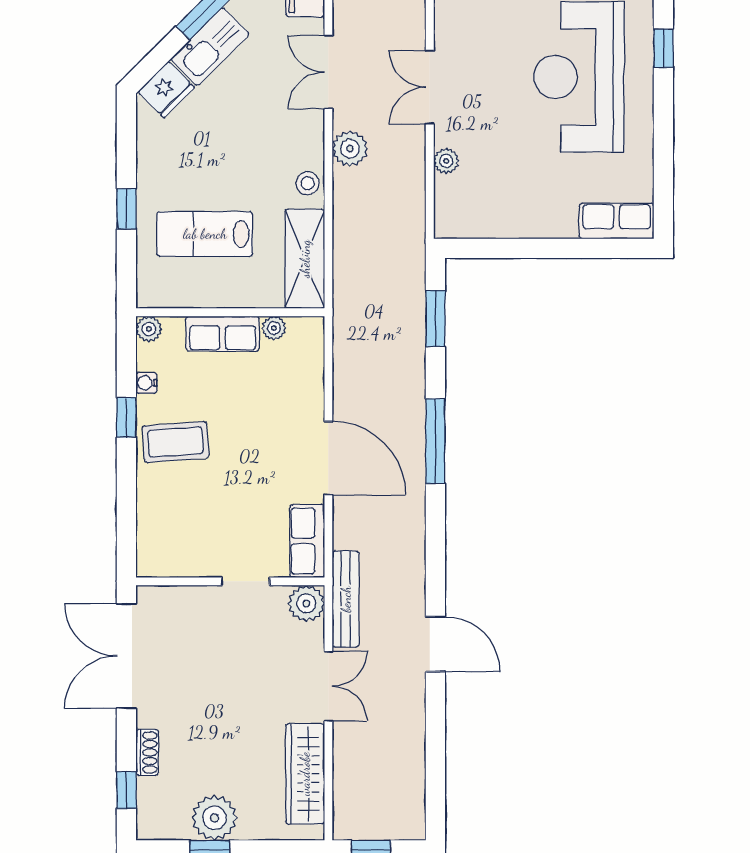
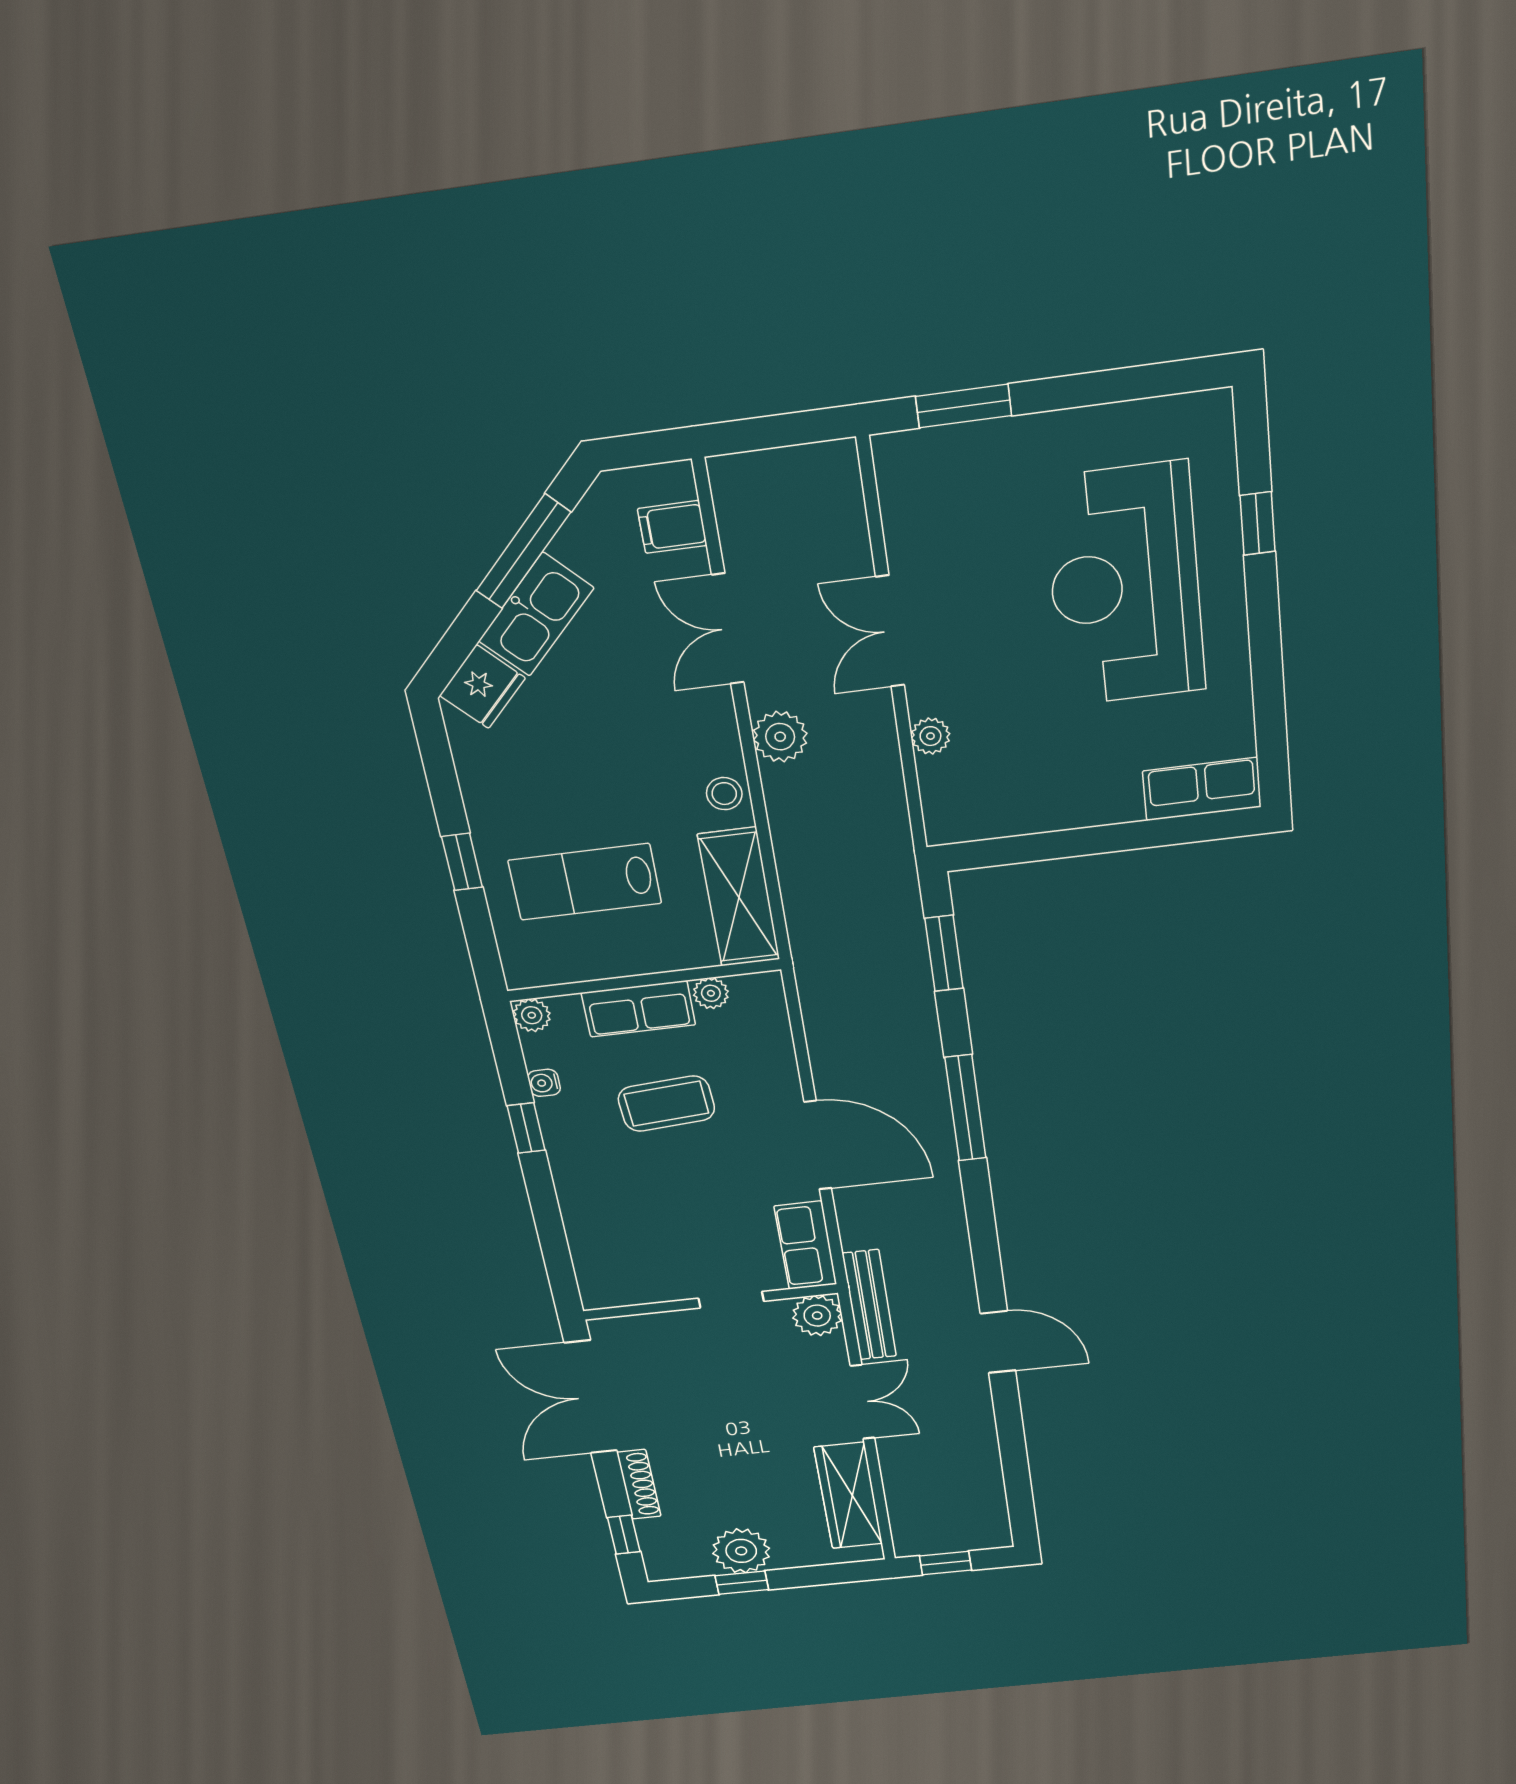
coffee table: (175, 442) -> (666, 1104), moved
shoe rack: (147, 752) -> (639, 1484), width x1.43

